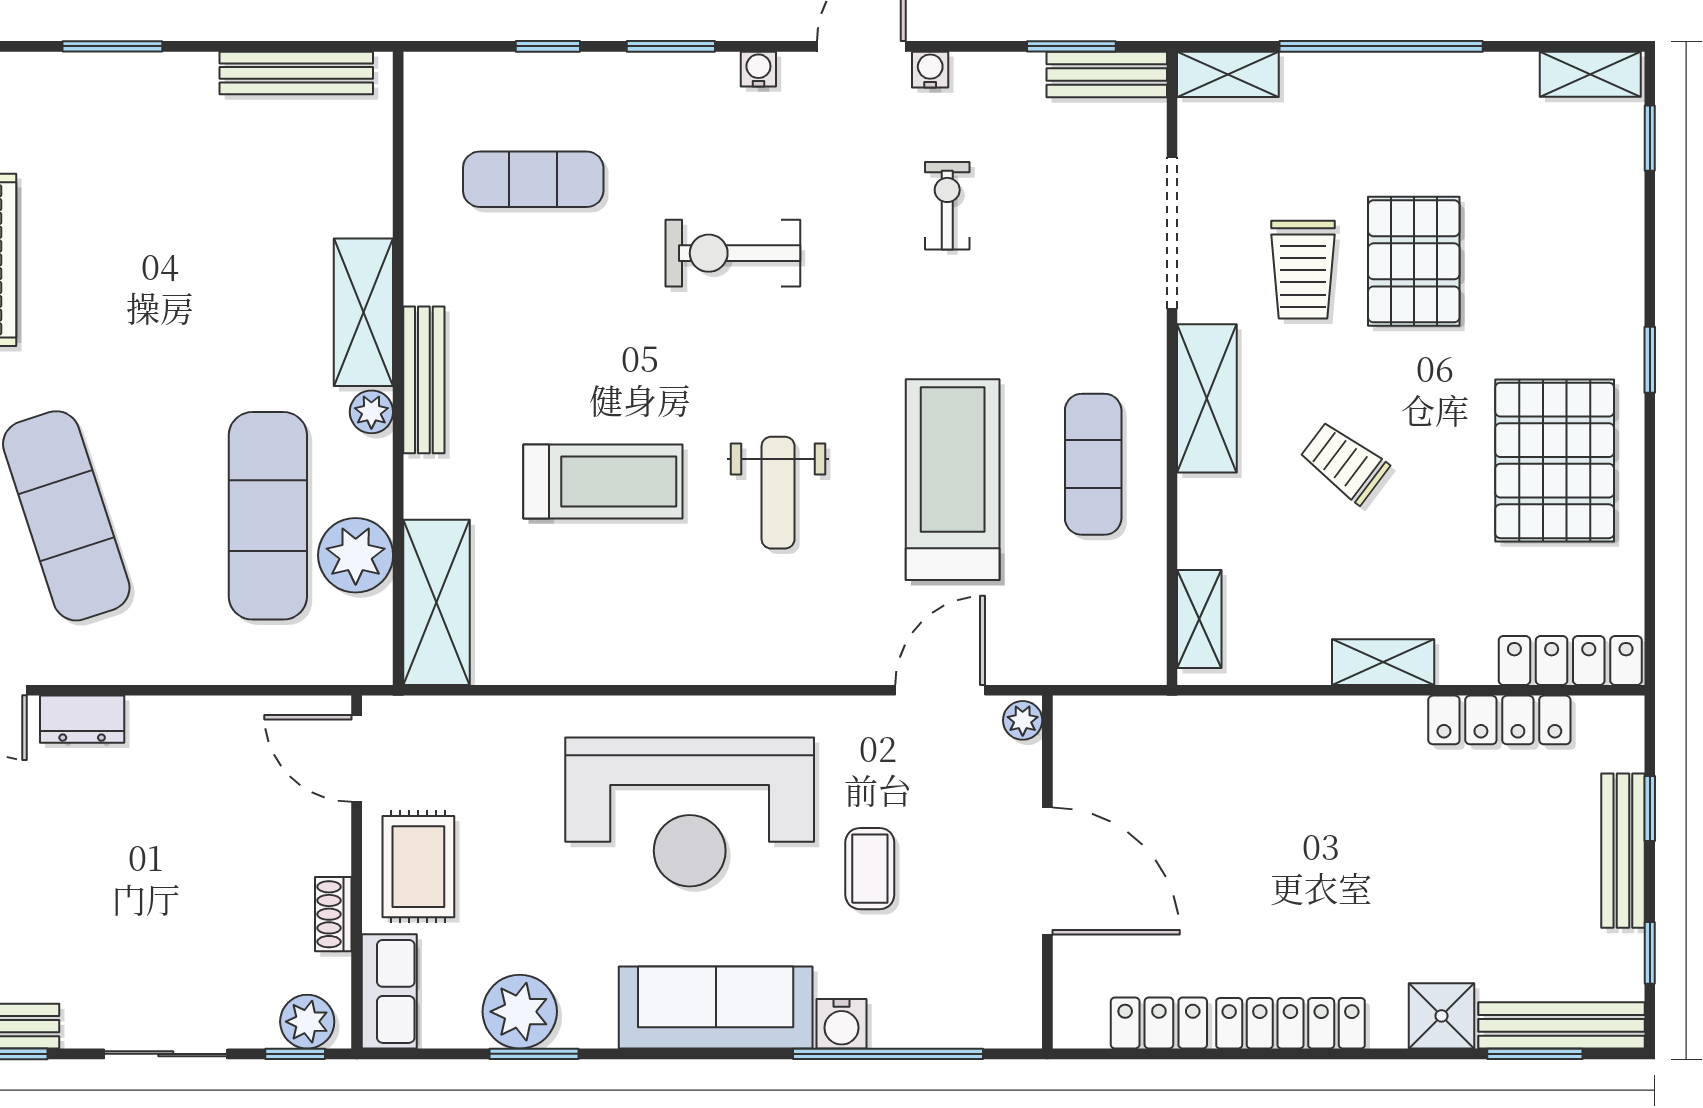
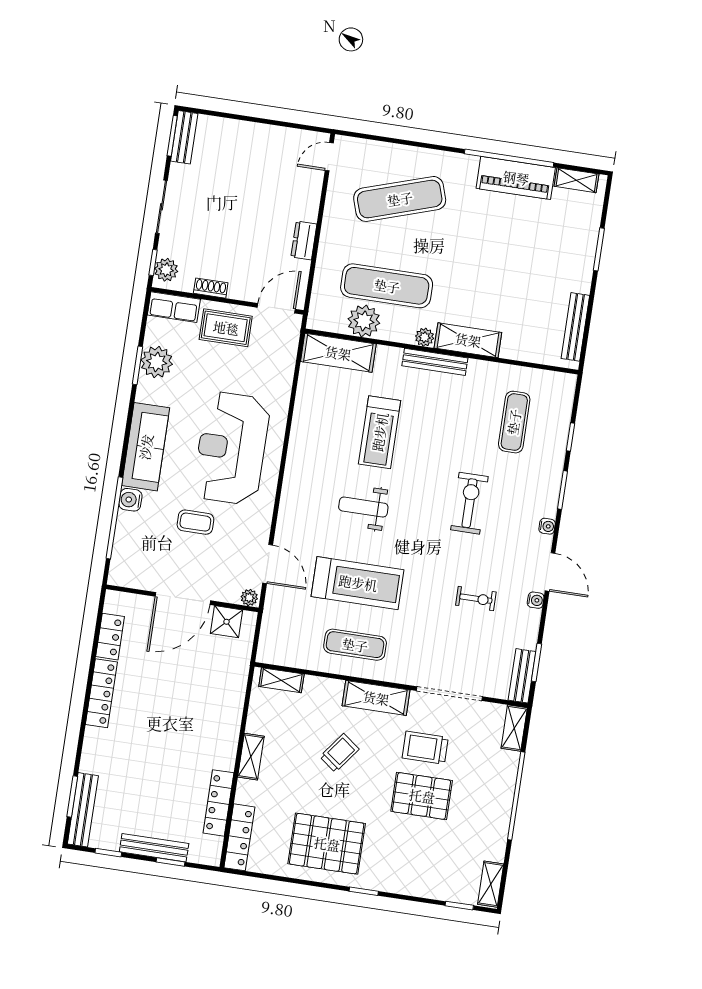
dresser: (82, 719) -> (304, 241), moved
shower: (1441, 1016) -> (226, 622), moved

